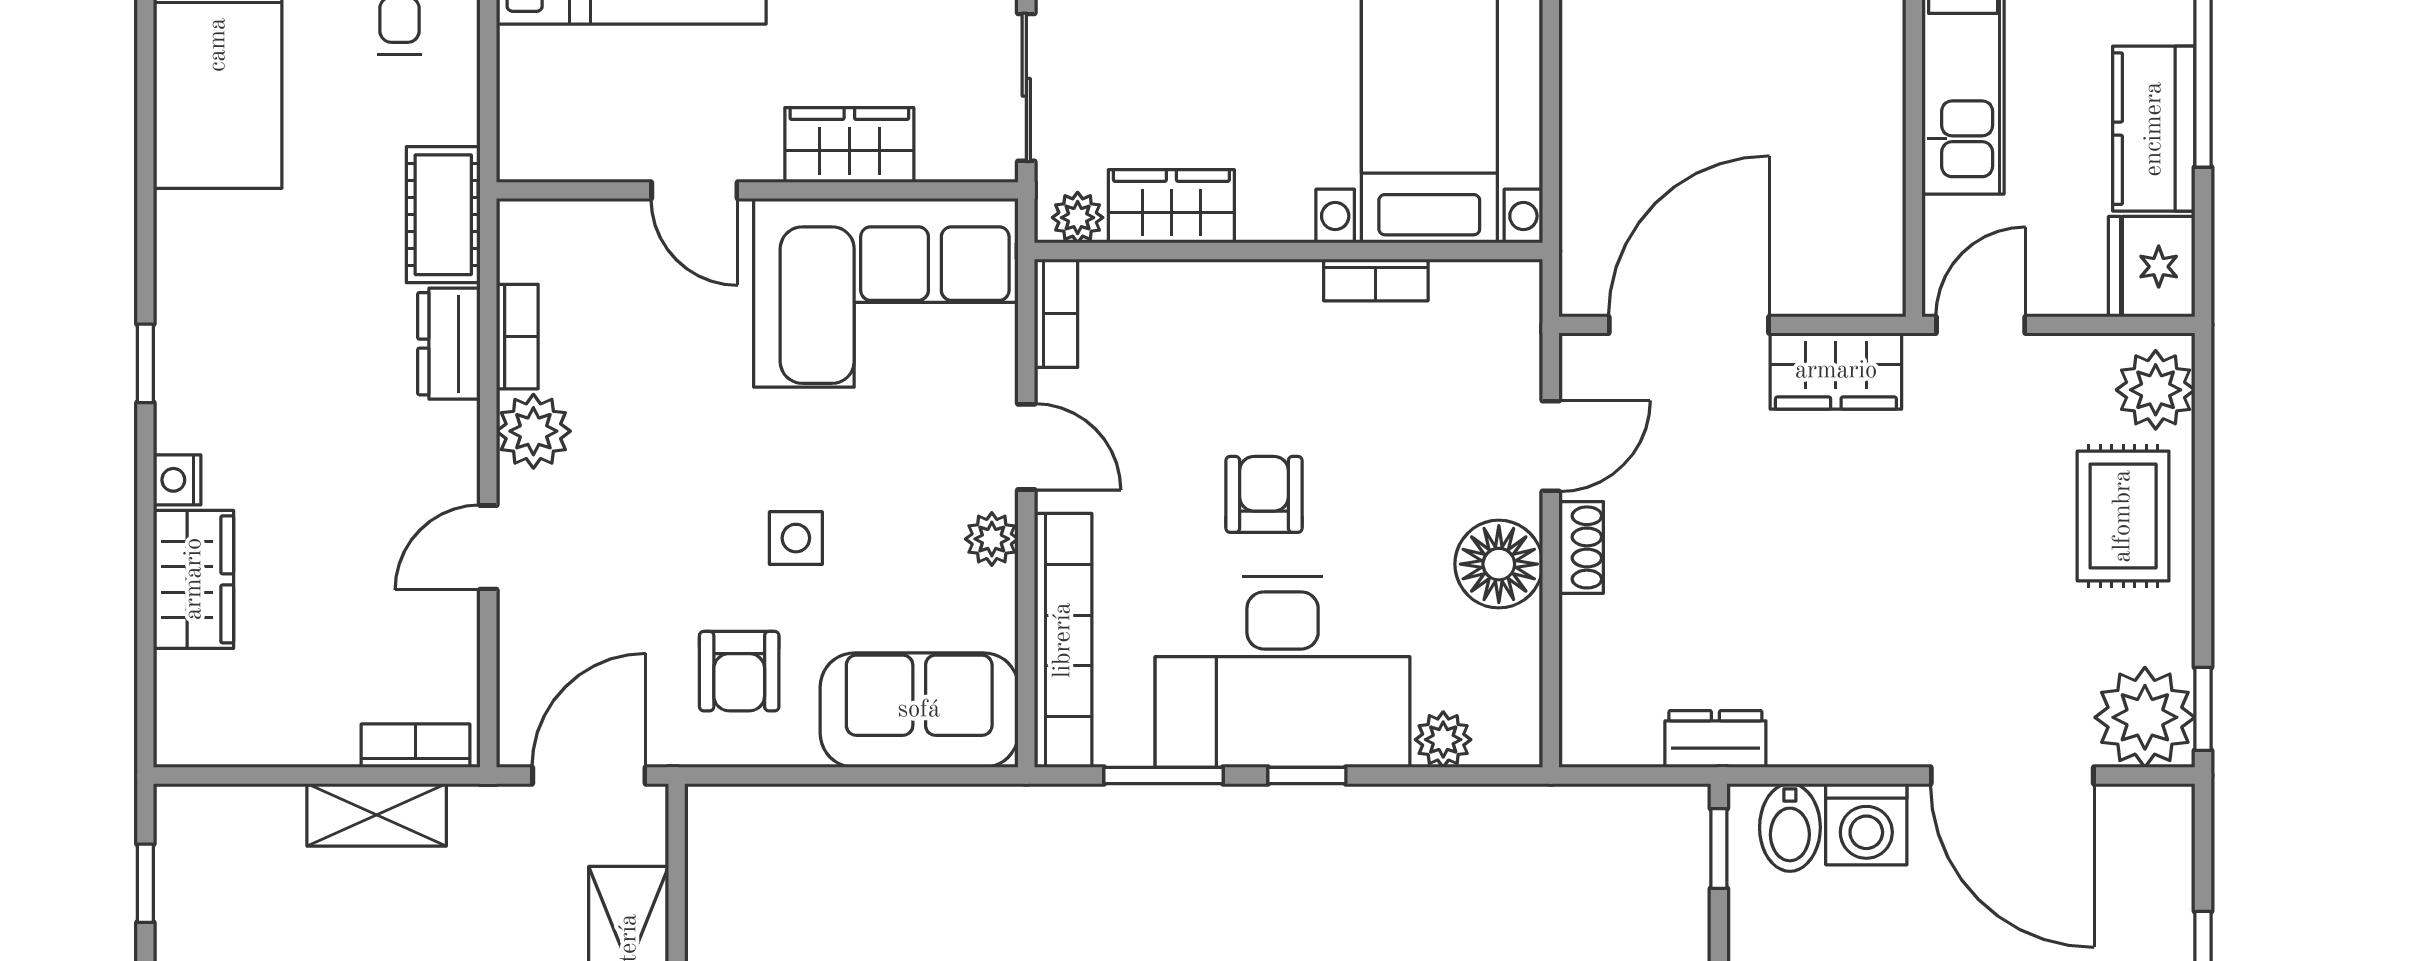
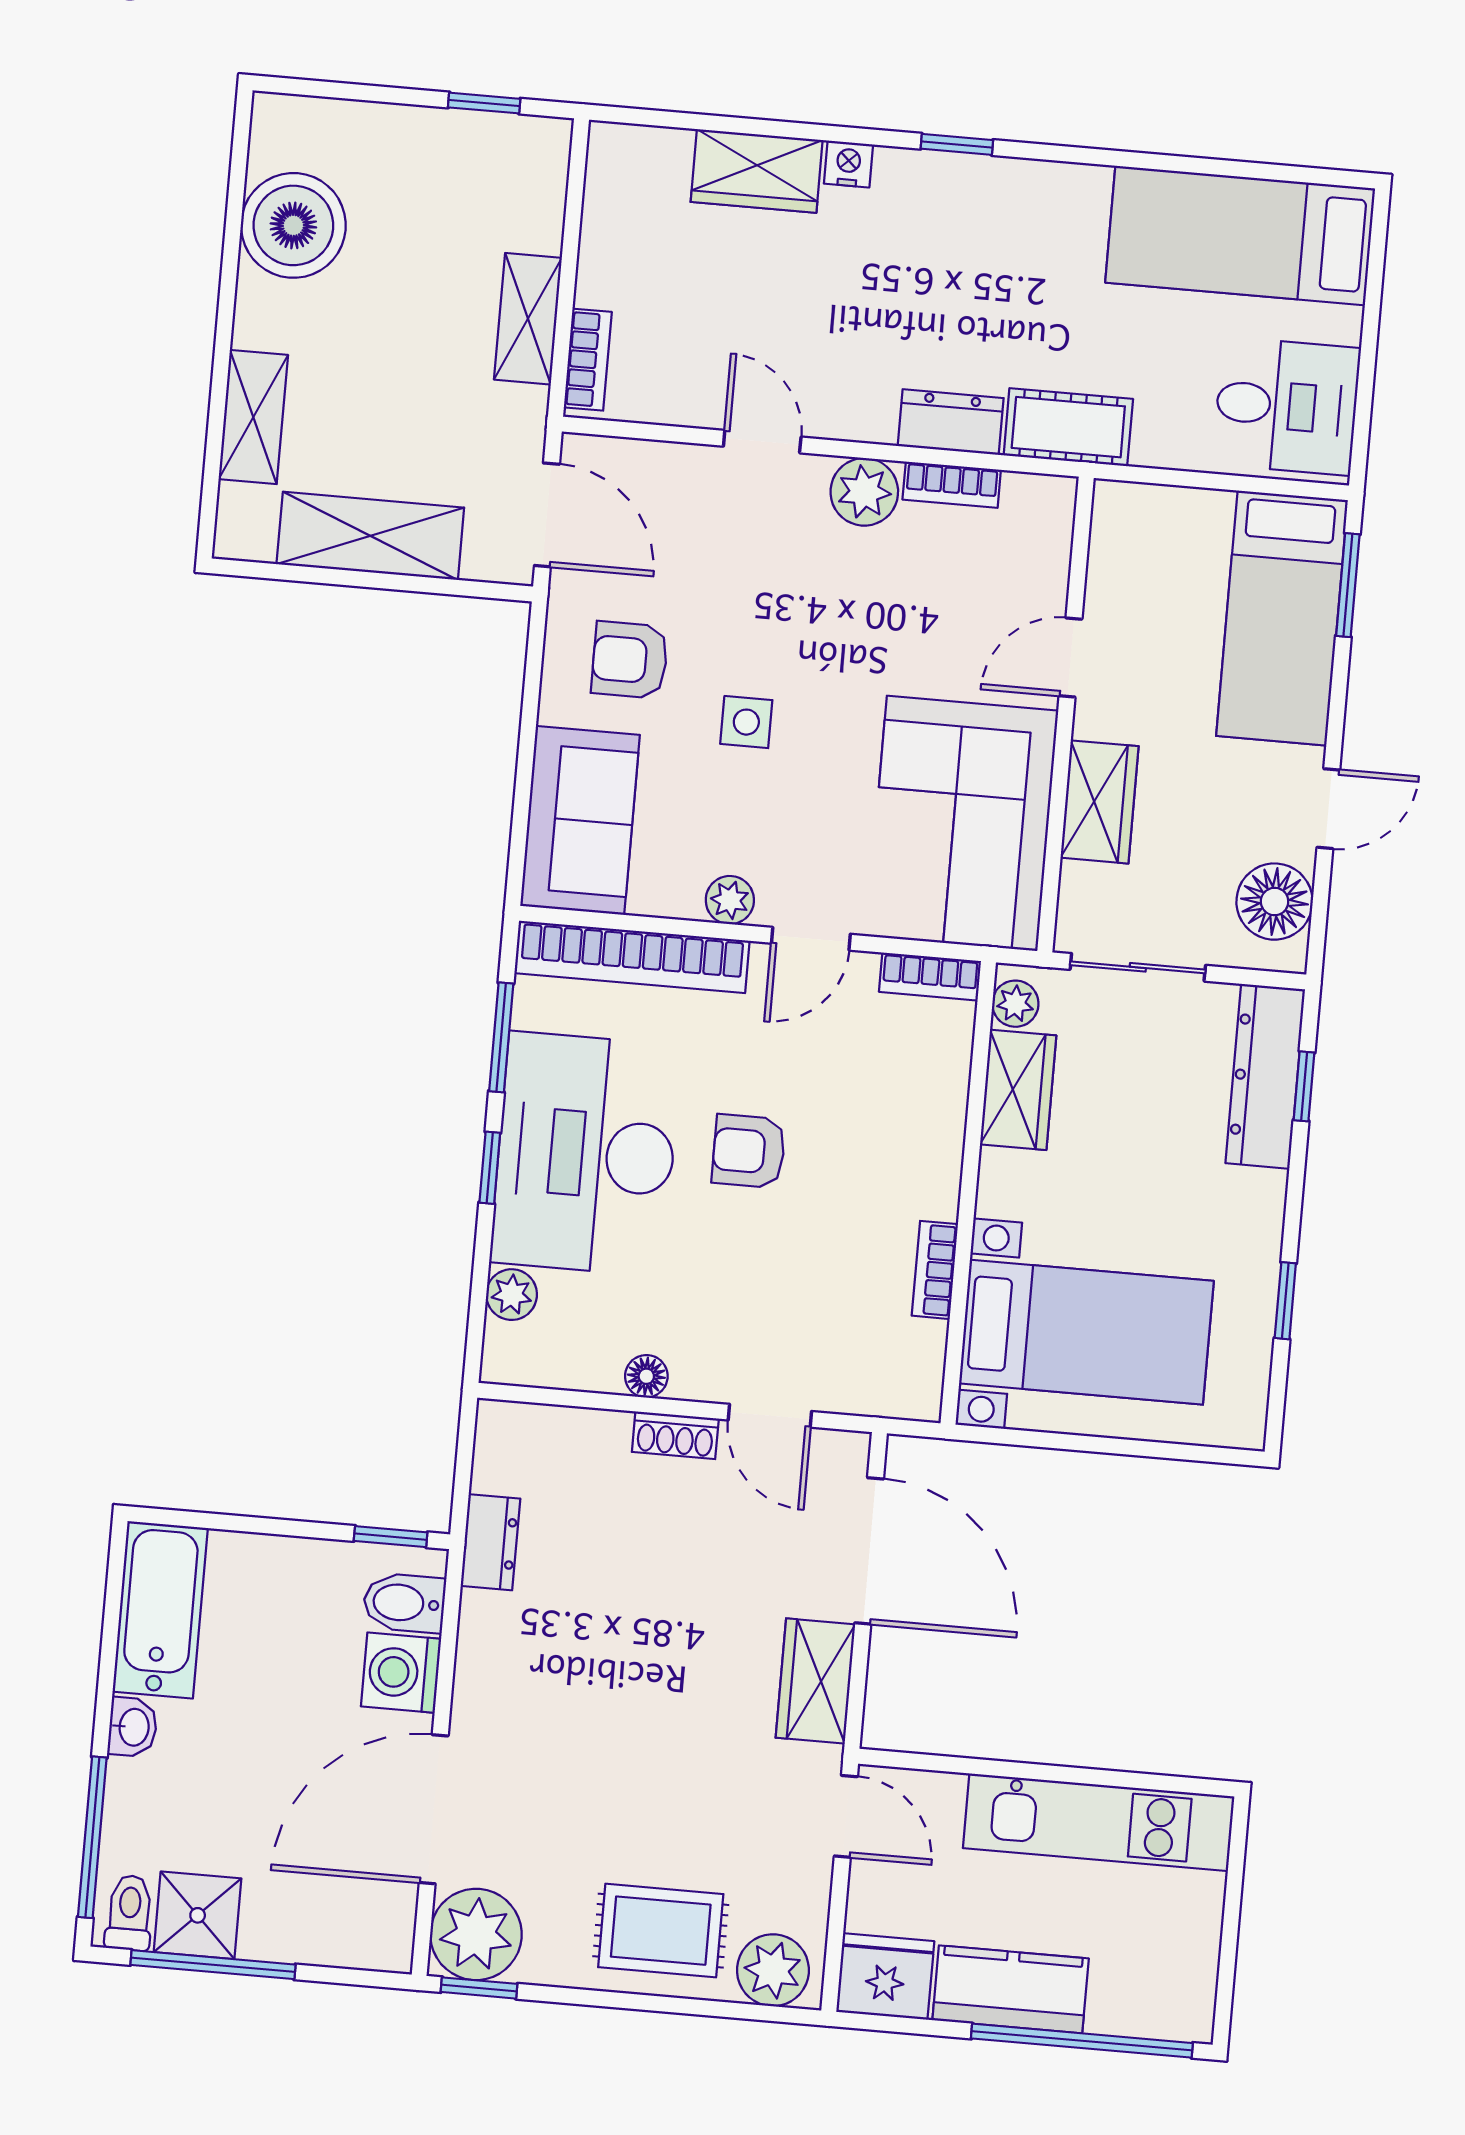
armchair: (1264, 494) -> (749, 1151), turned 180
floor lamp: (1499, 564) -> (646, 1376), width x0.53, depth x0.53

